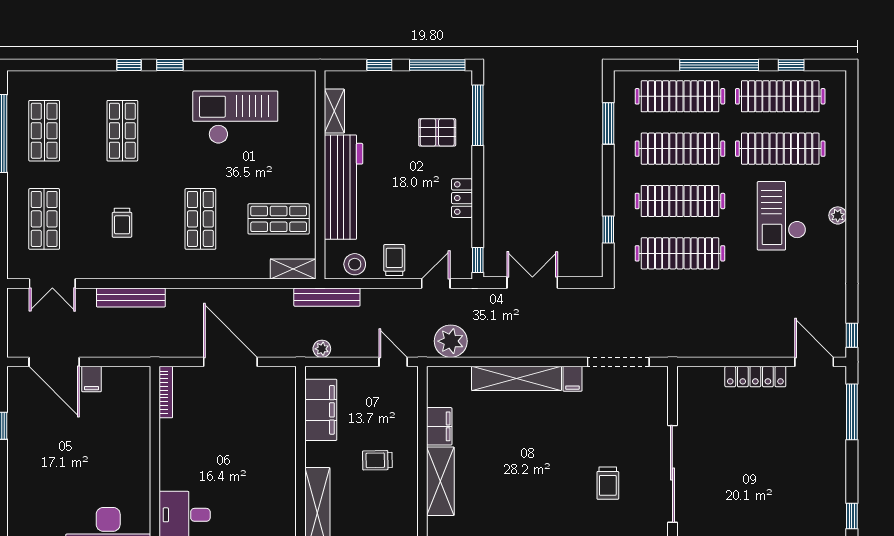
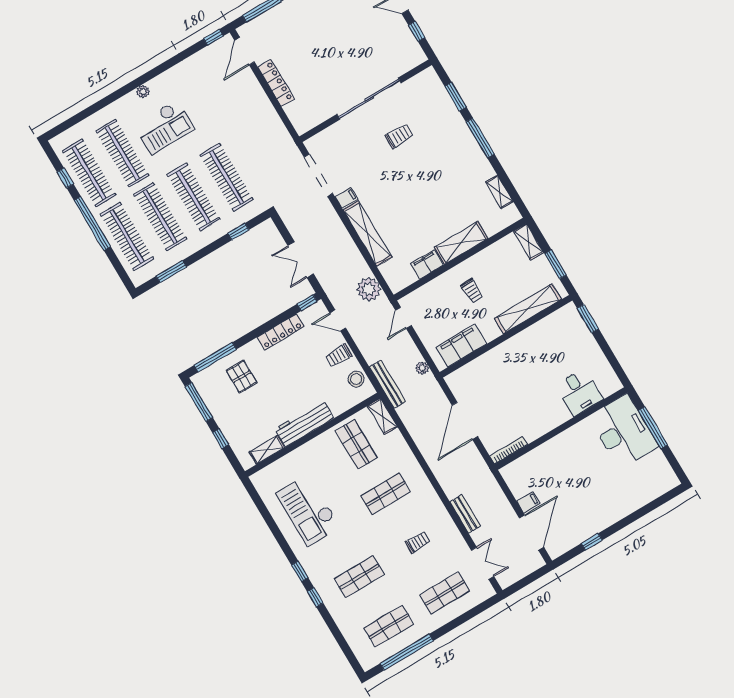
workbench: (344, 187) -> (304, 423), width x0.73, depth x0.76
locker: (462, 198) -> (281, 332), width x1.53
bench: (131, 298) -> (465, 514), width x0.73

